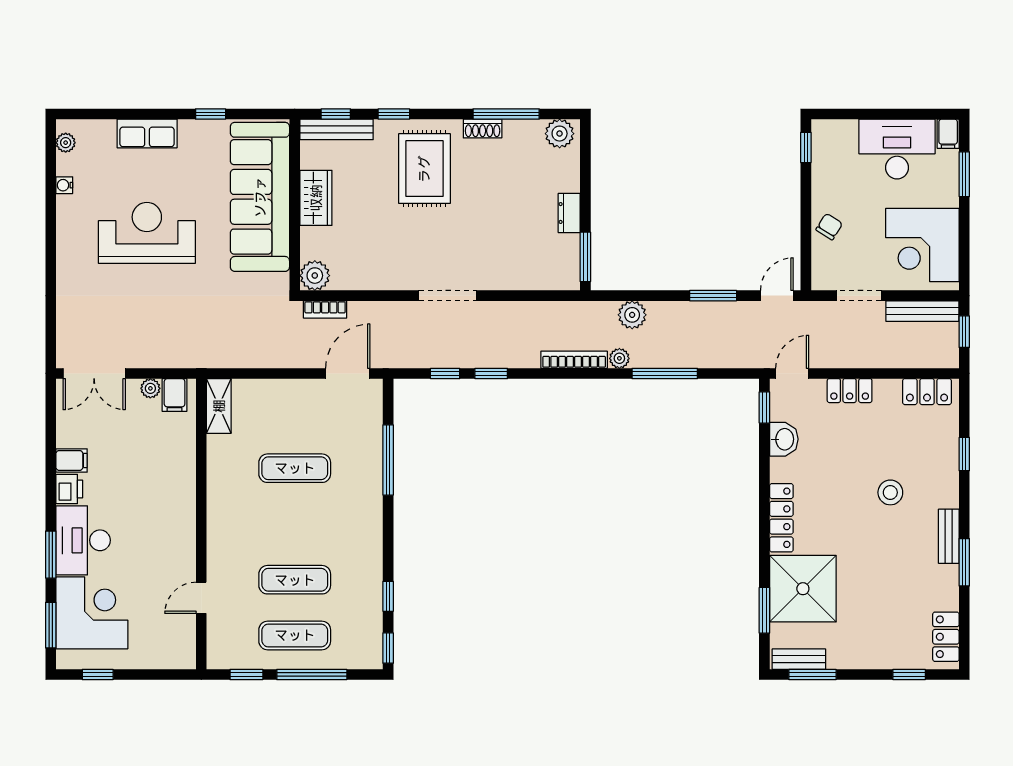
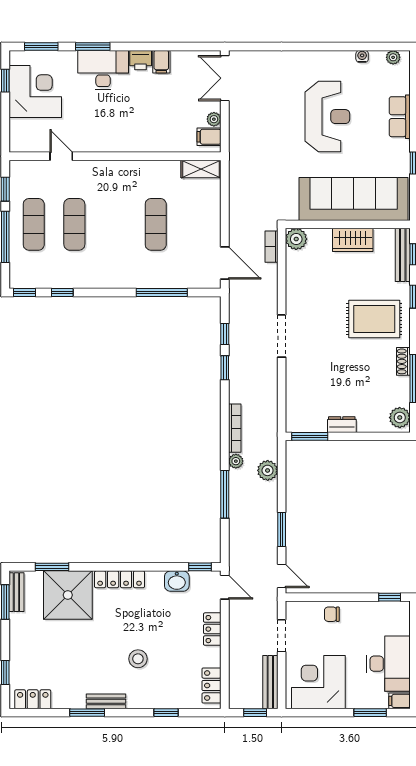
chair: (829, 227) -> (332, 614), turned 148
corner desk: (92, 613) -> (35, 91), moved, turned -90

